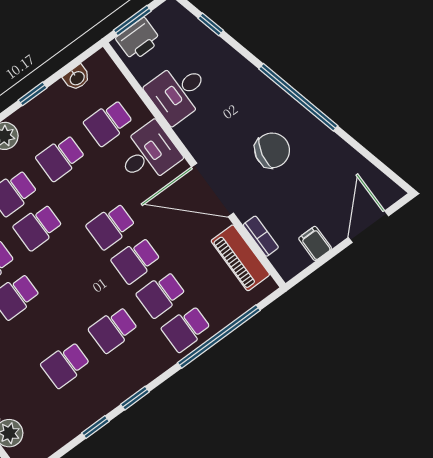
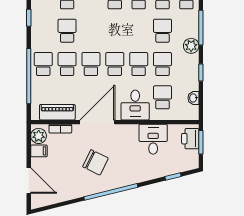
chair: (272, 150) -> (95, 162), turned -76
school desk: (38, 227) -> (139, 64), moved
plant: (294, 260) -> (39, 136), added

